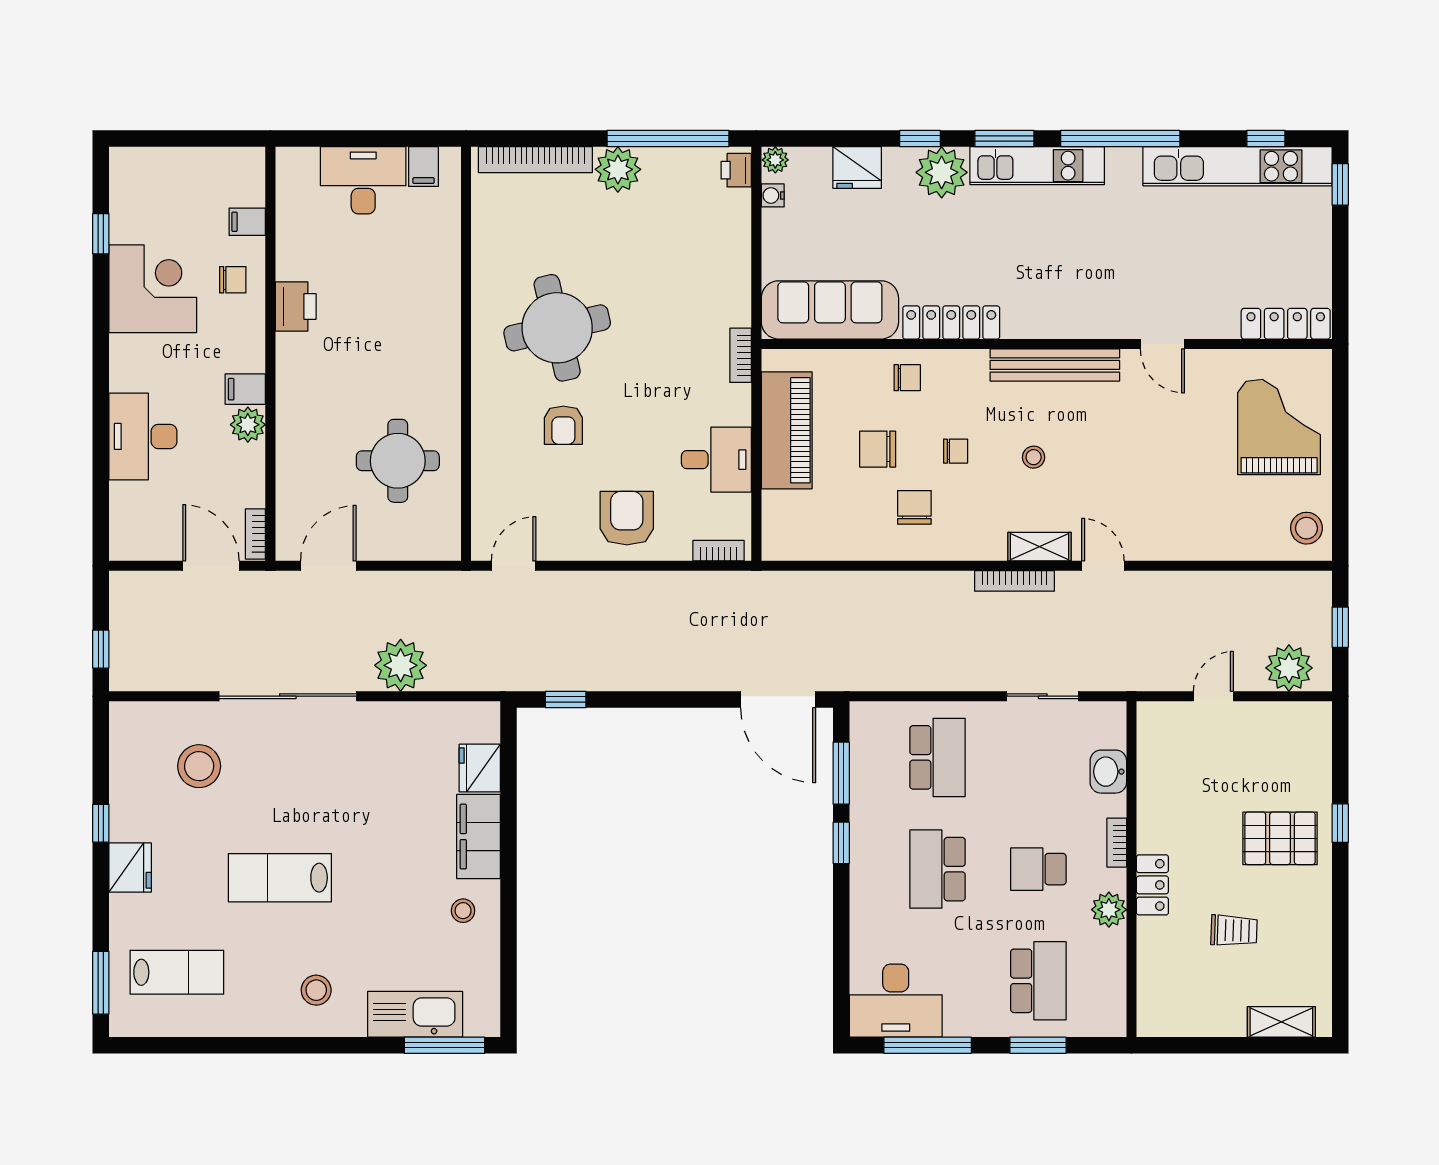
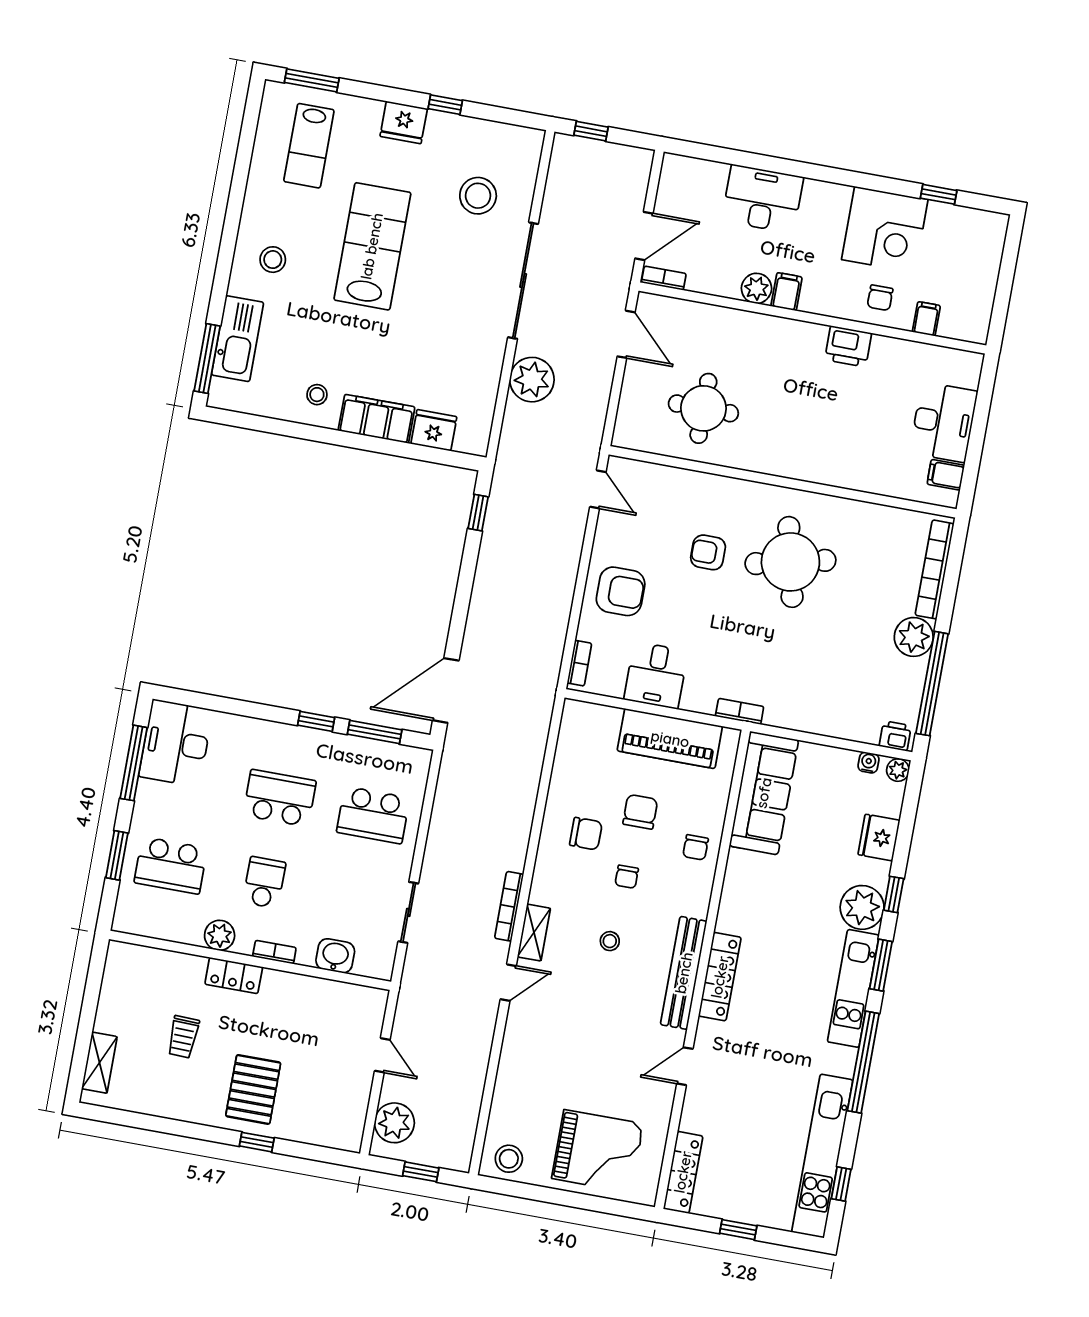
window: (1340, 184) -> (738, 1230), moved
locker: (951, 323) -> (720, 977), moved
lab bench: (280, 878) -> (372, 246), width x1.36, depth x1.39

